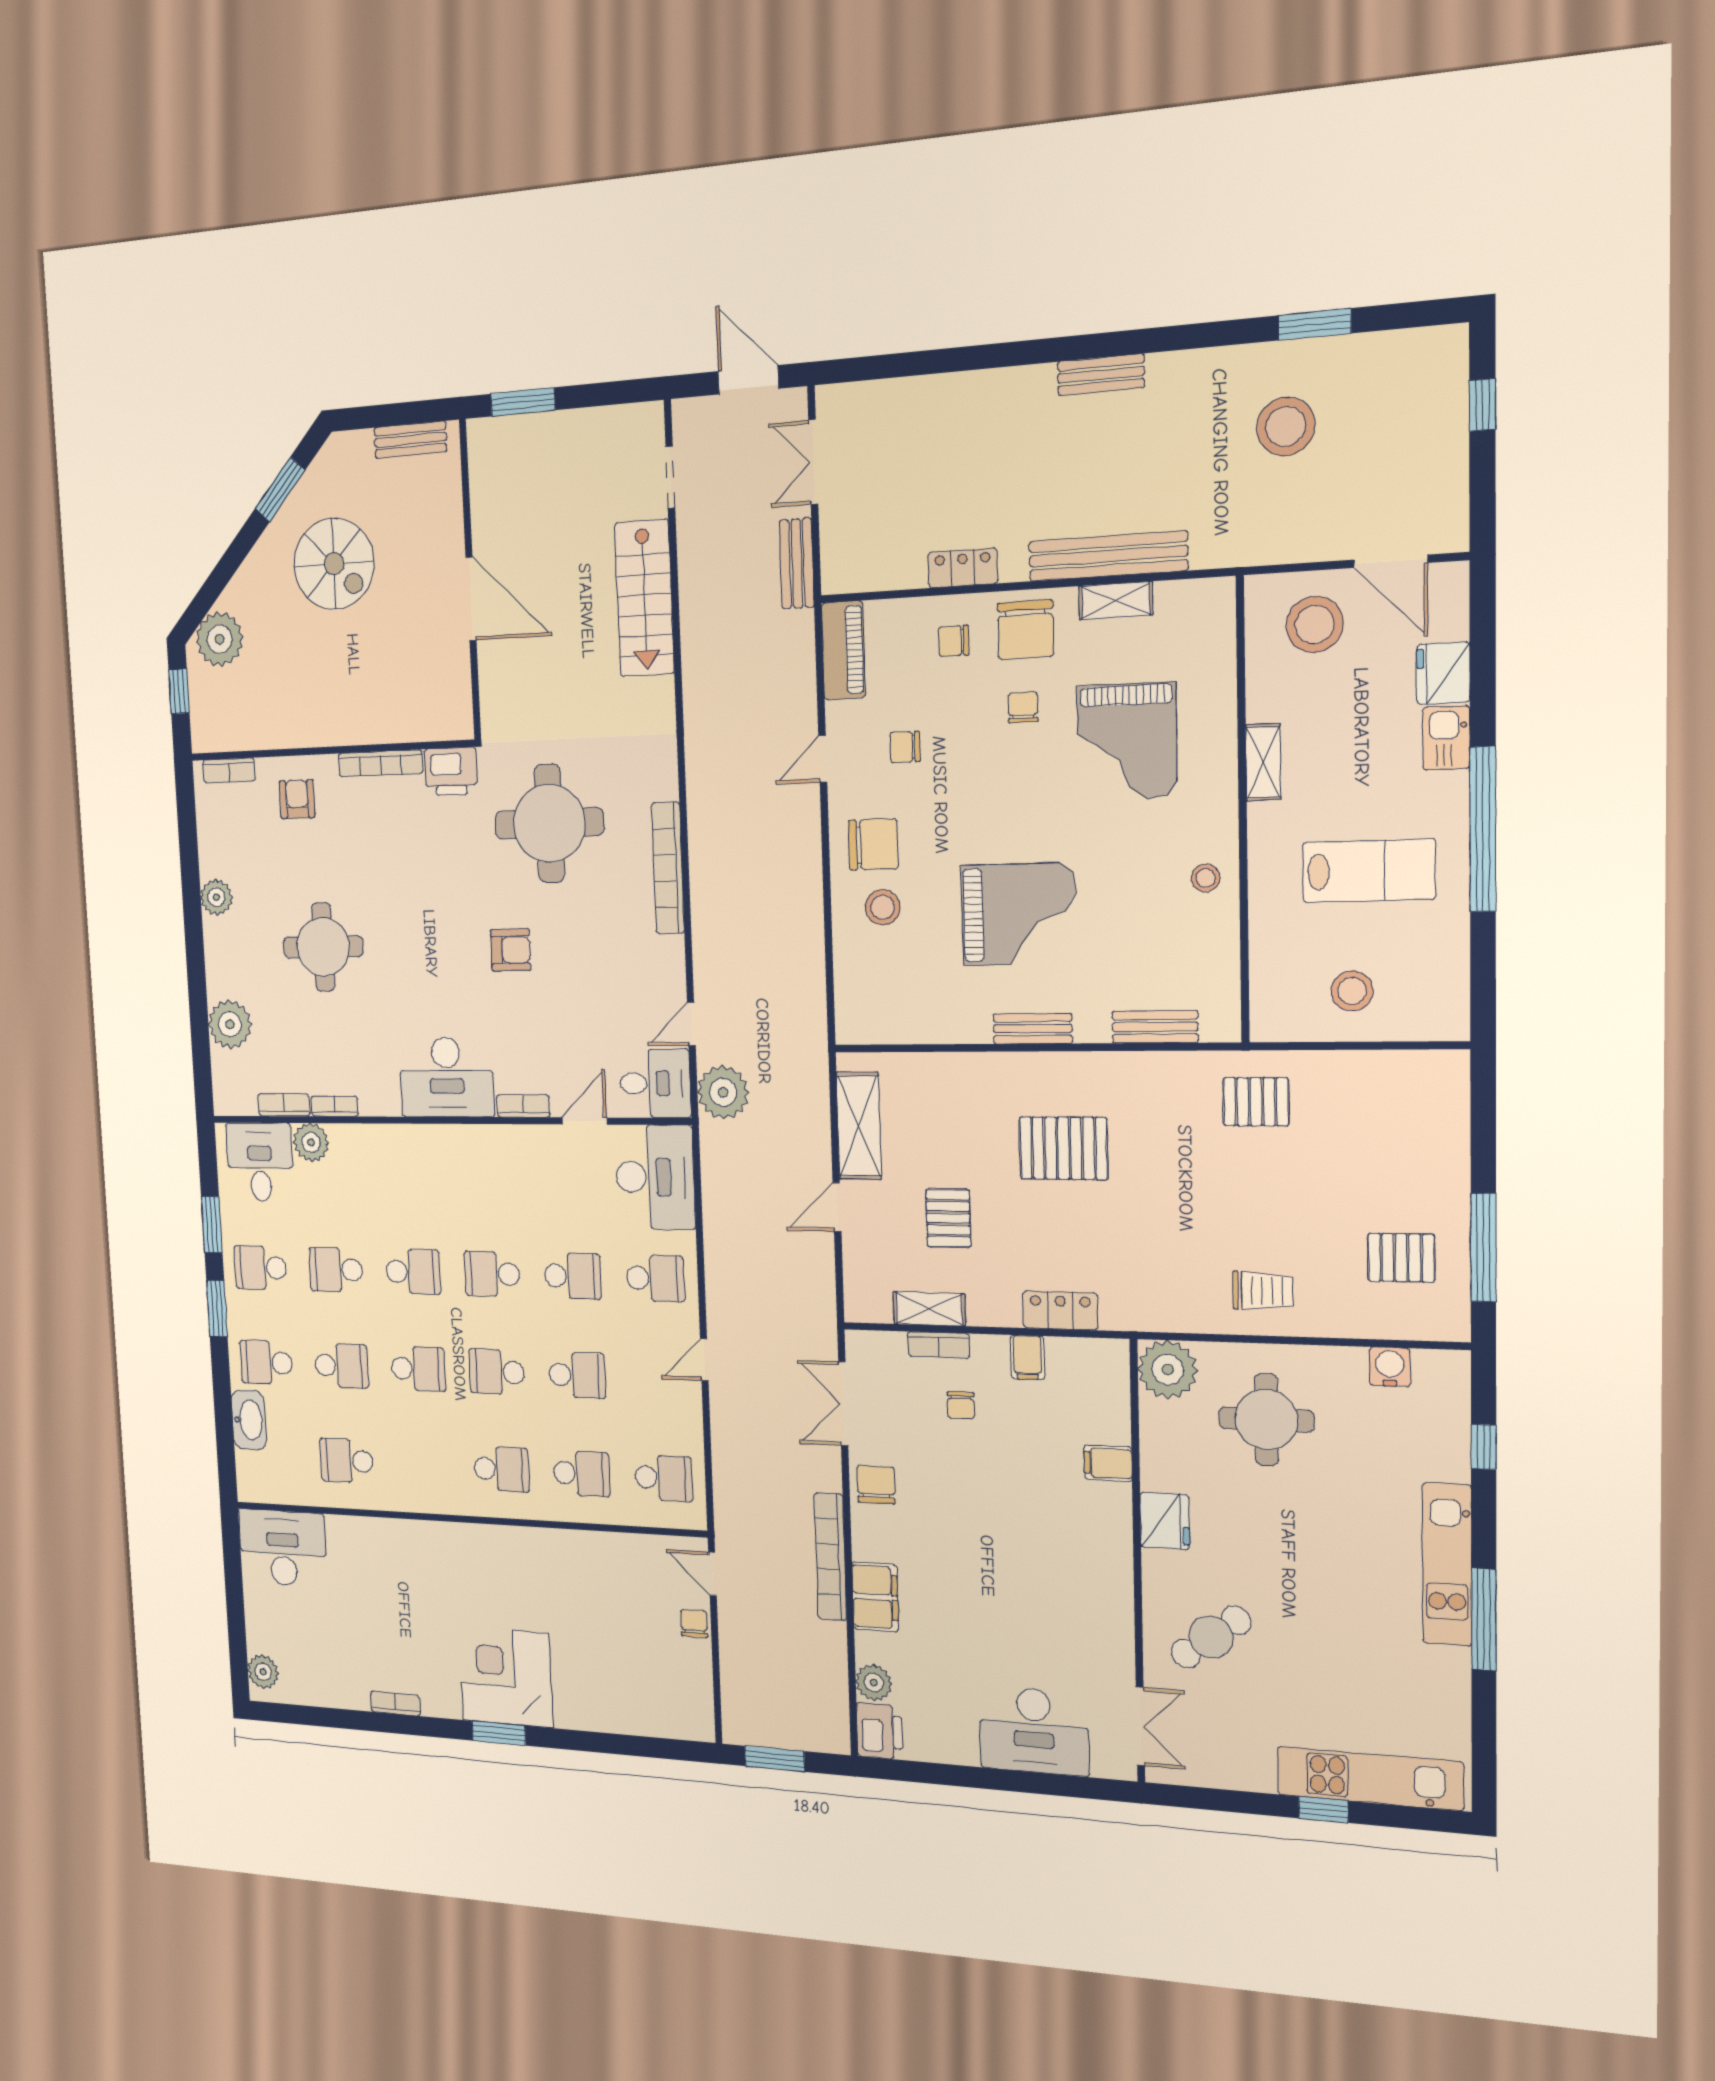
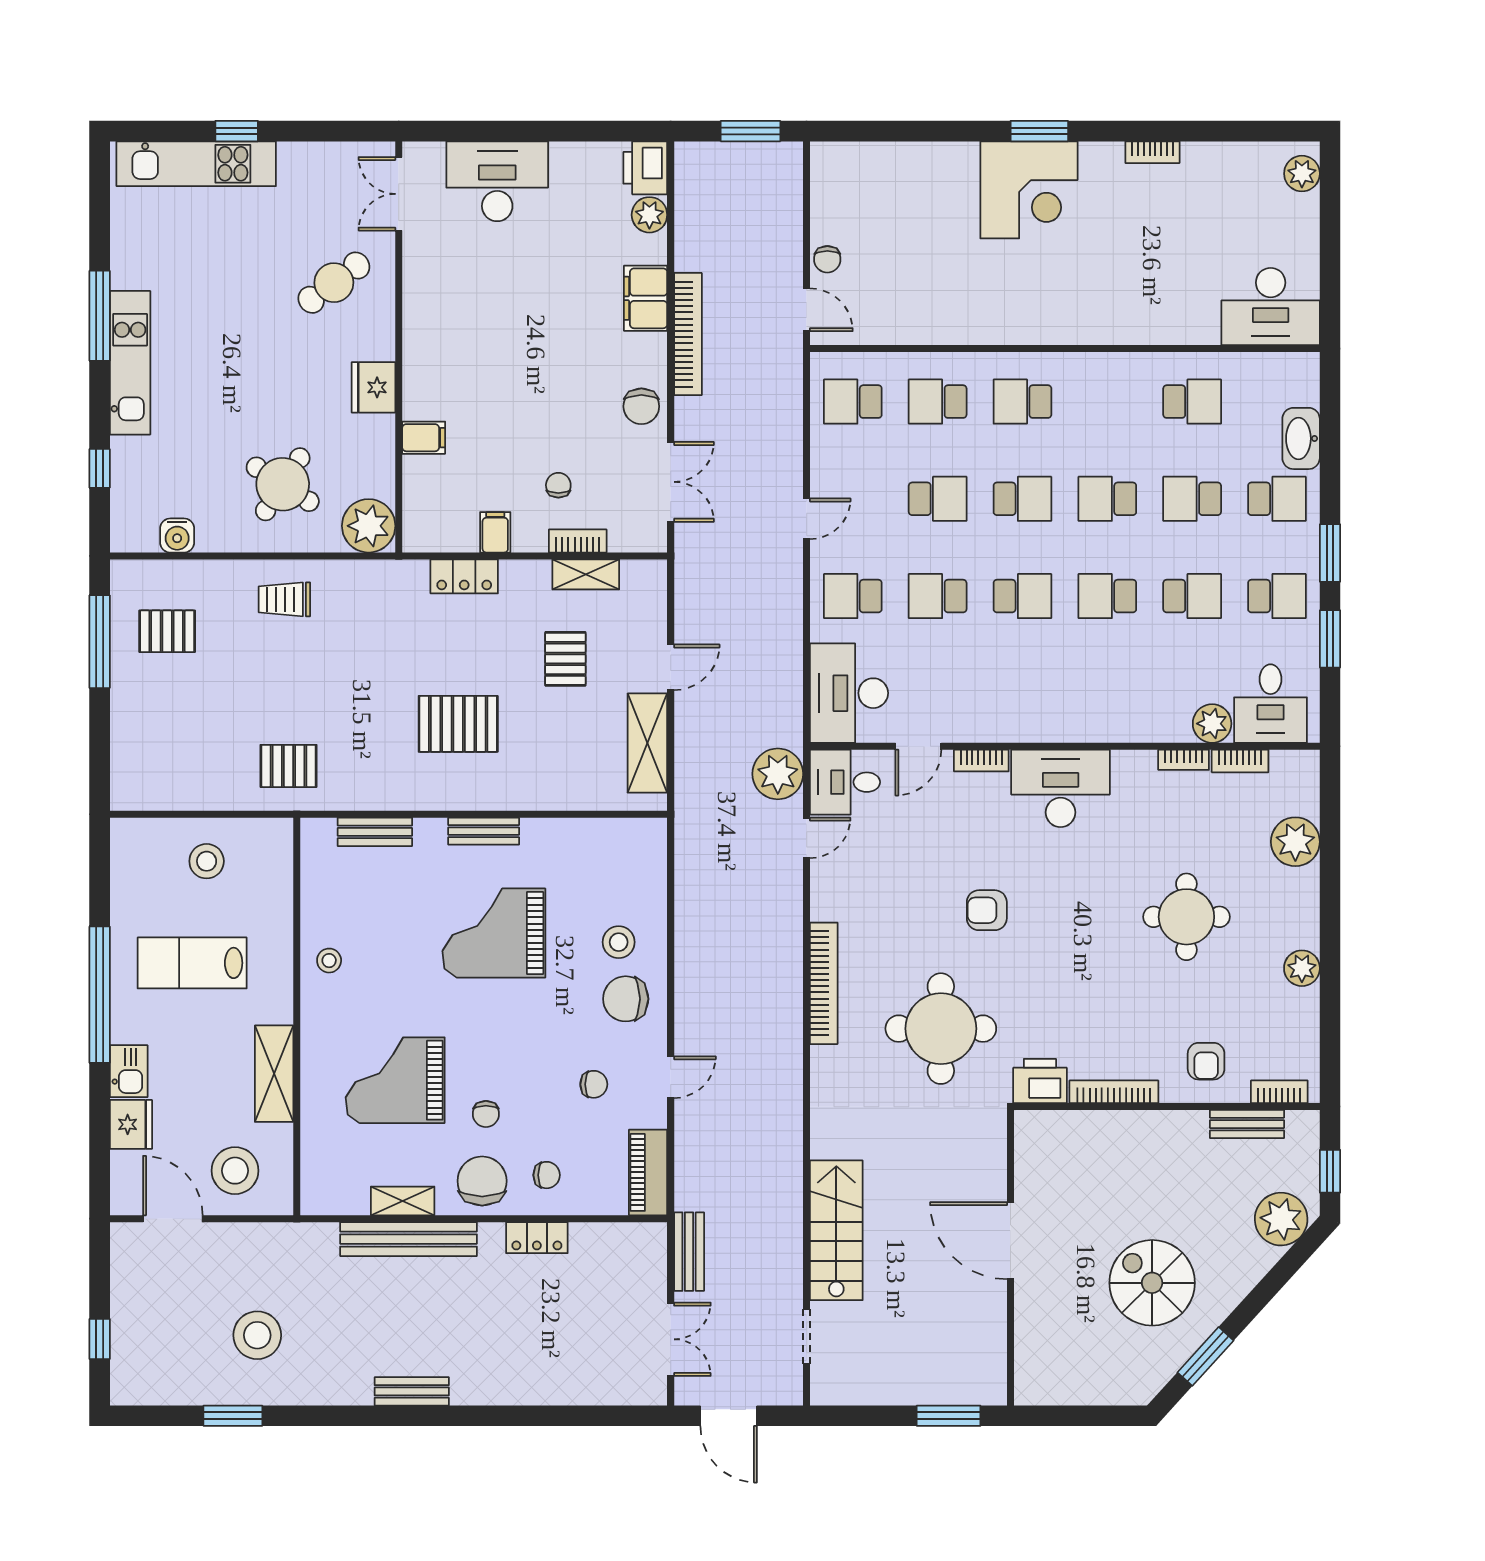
bench: (410, 440) -> (1247, 1124), moved
grand piano: (1127, 742) -> (395, 1080), turned -90
shelving: (1263, 762) -> (274, 1074), width x1.50, depth x1.33
school desk: (577, 1375) -> (938, 499), turned 180
round table: (1266, 1419) -> (283, 484), turned 33

